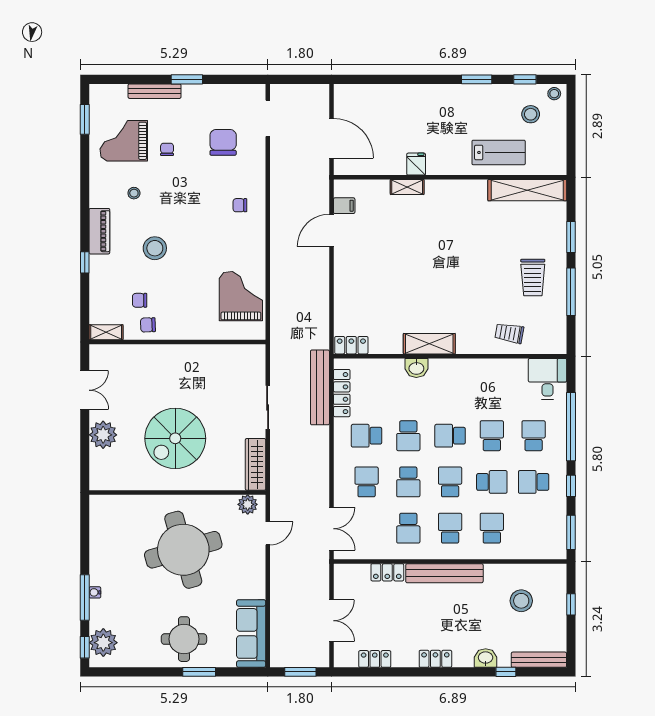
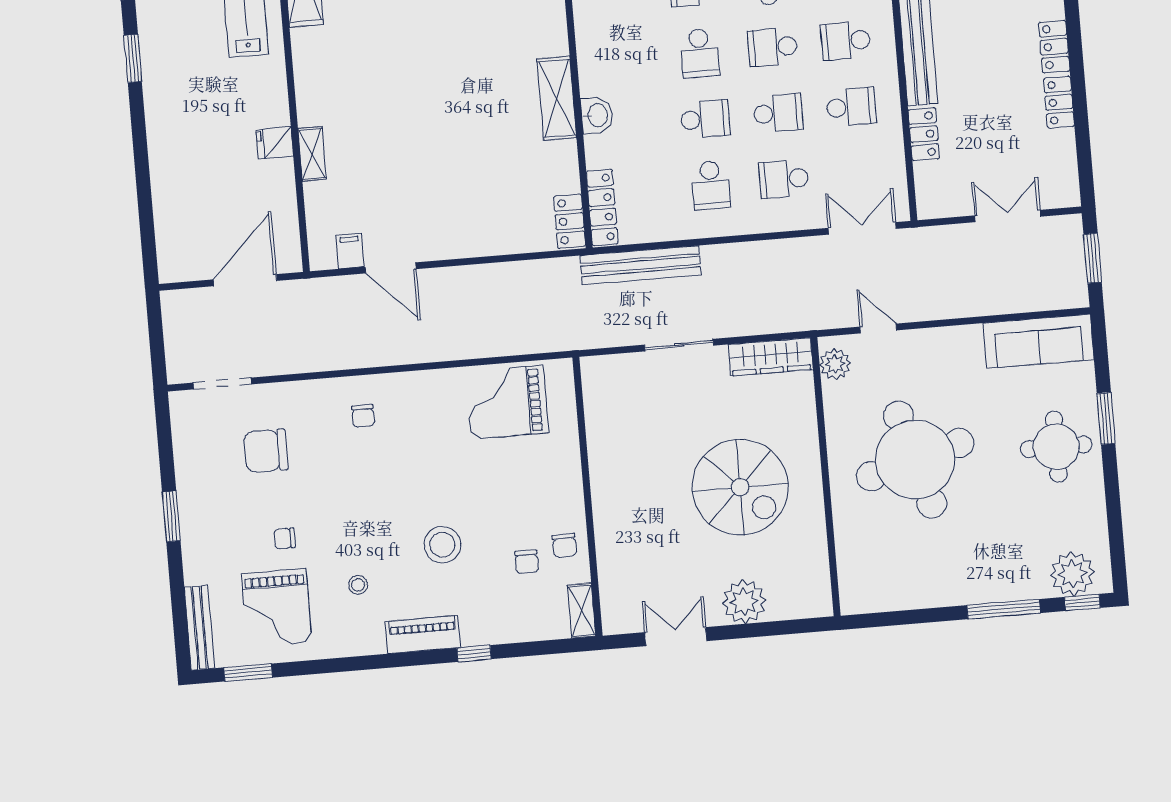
bench: (155, 91) -> (199, 628), moved
locker: (342, 393) -> (602, 207), moved, turned 90
water cooler: (95, 592) -> (994, 594), removed
locker: (375, 659) -> (1059, 102), moved

